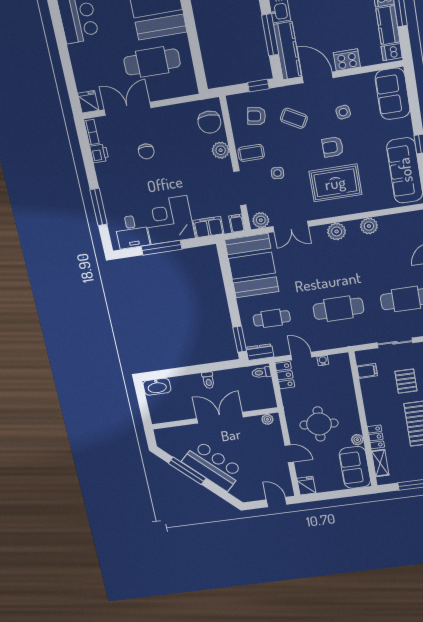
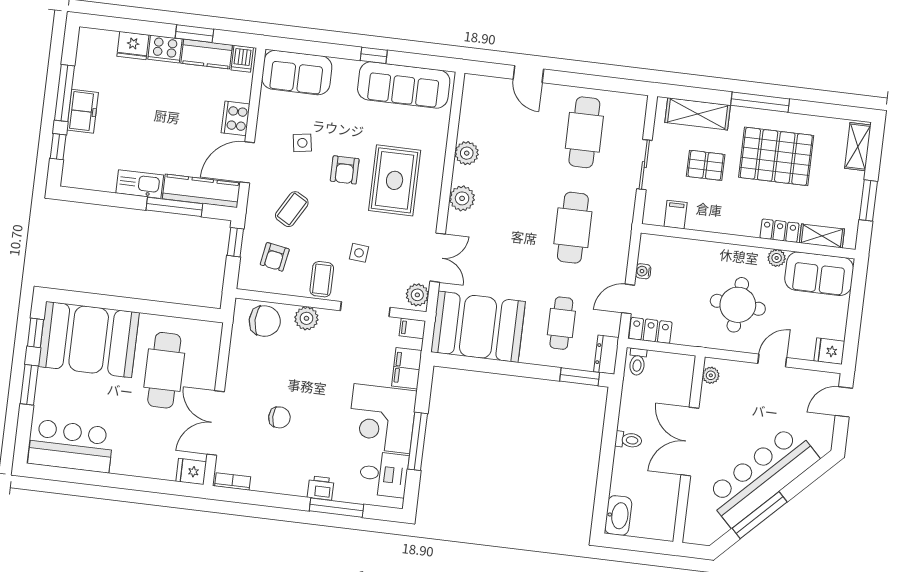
printer: (99, 153) -> (321, 488), moved
bar counter: (213, 466) -> (762, 476), width x1.36

